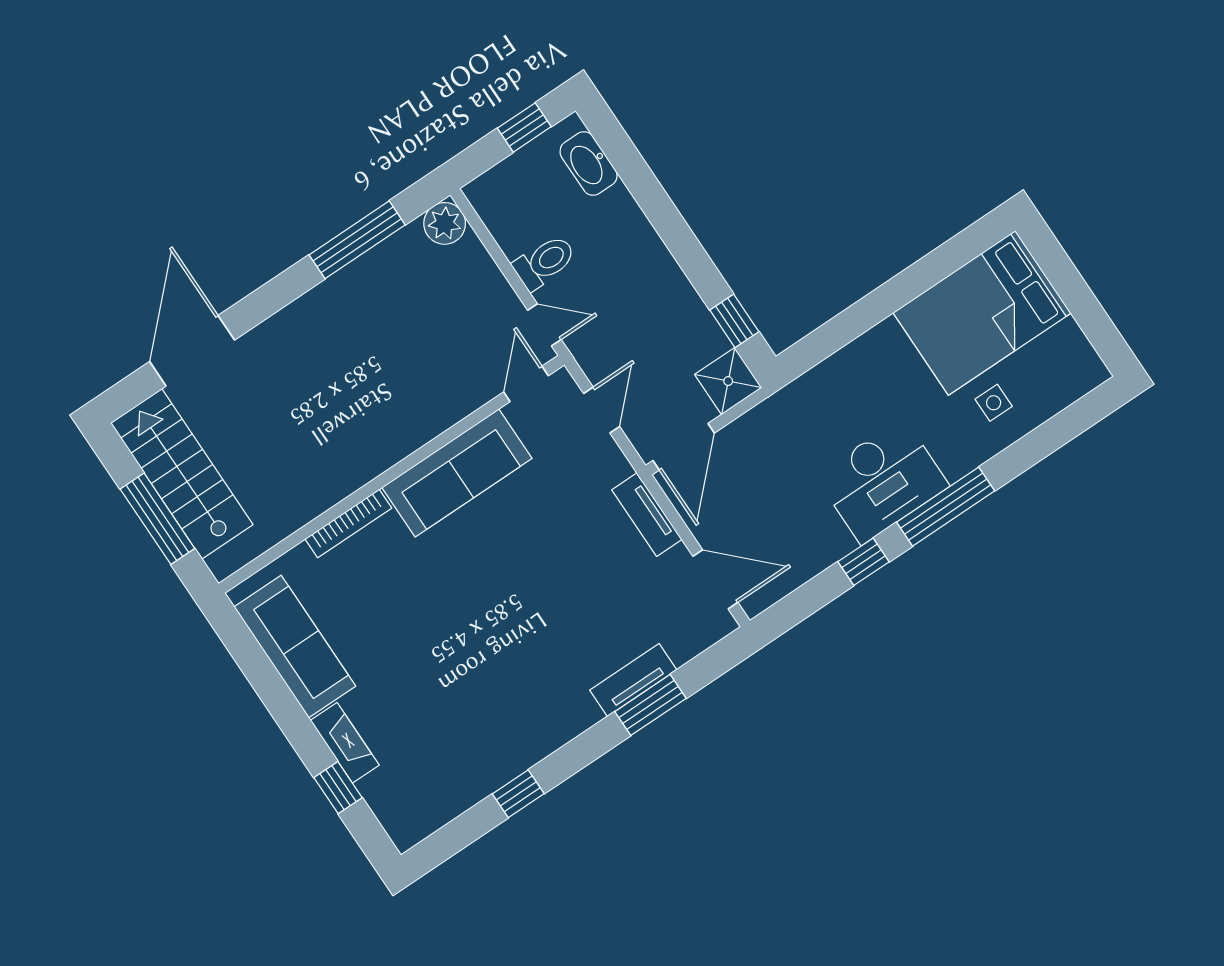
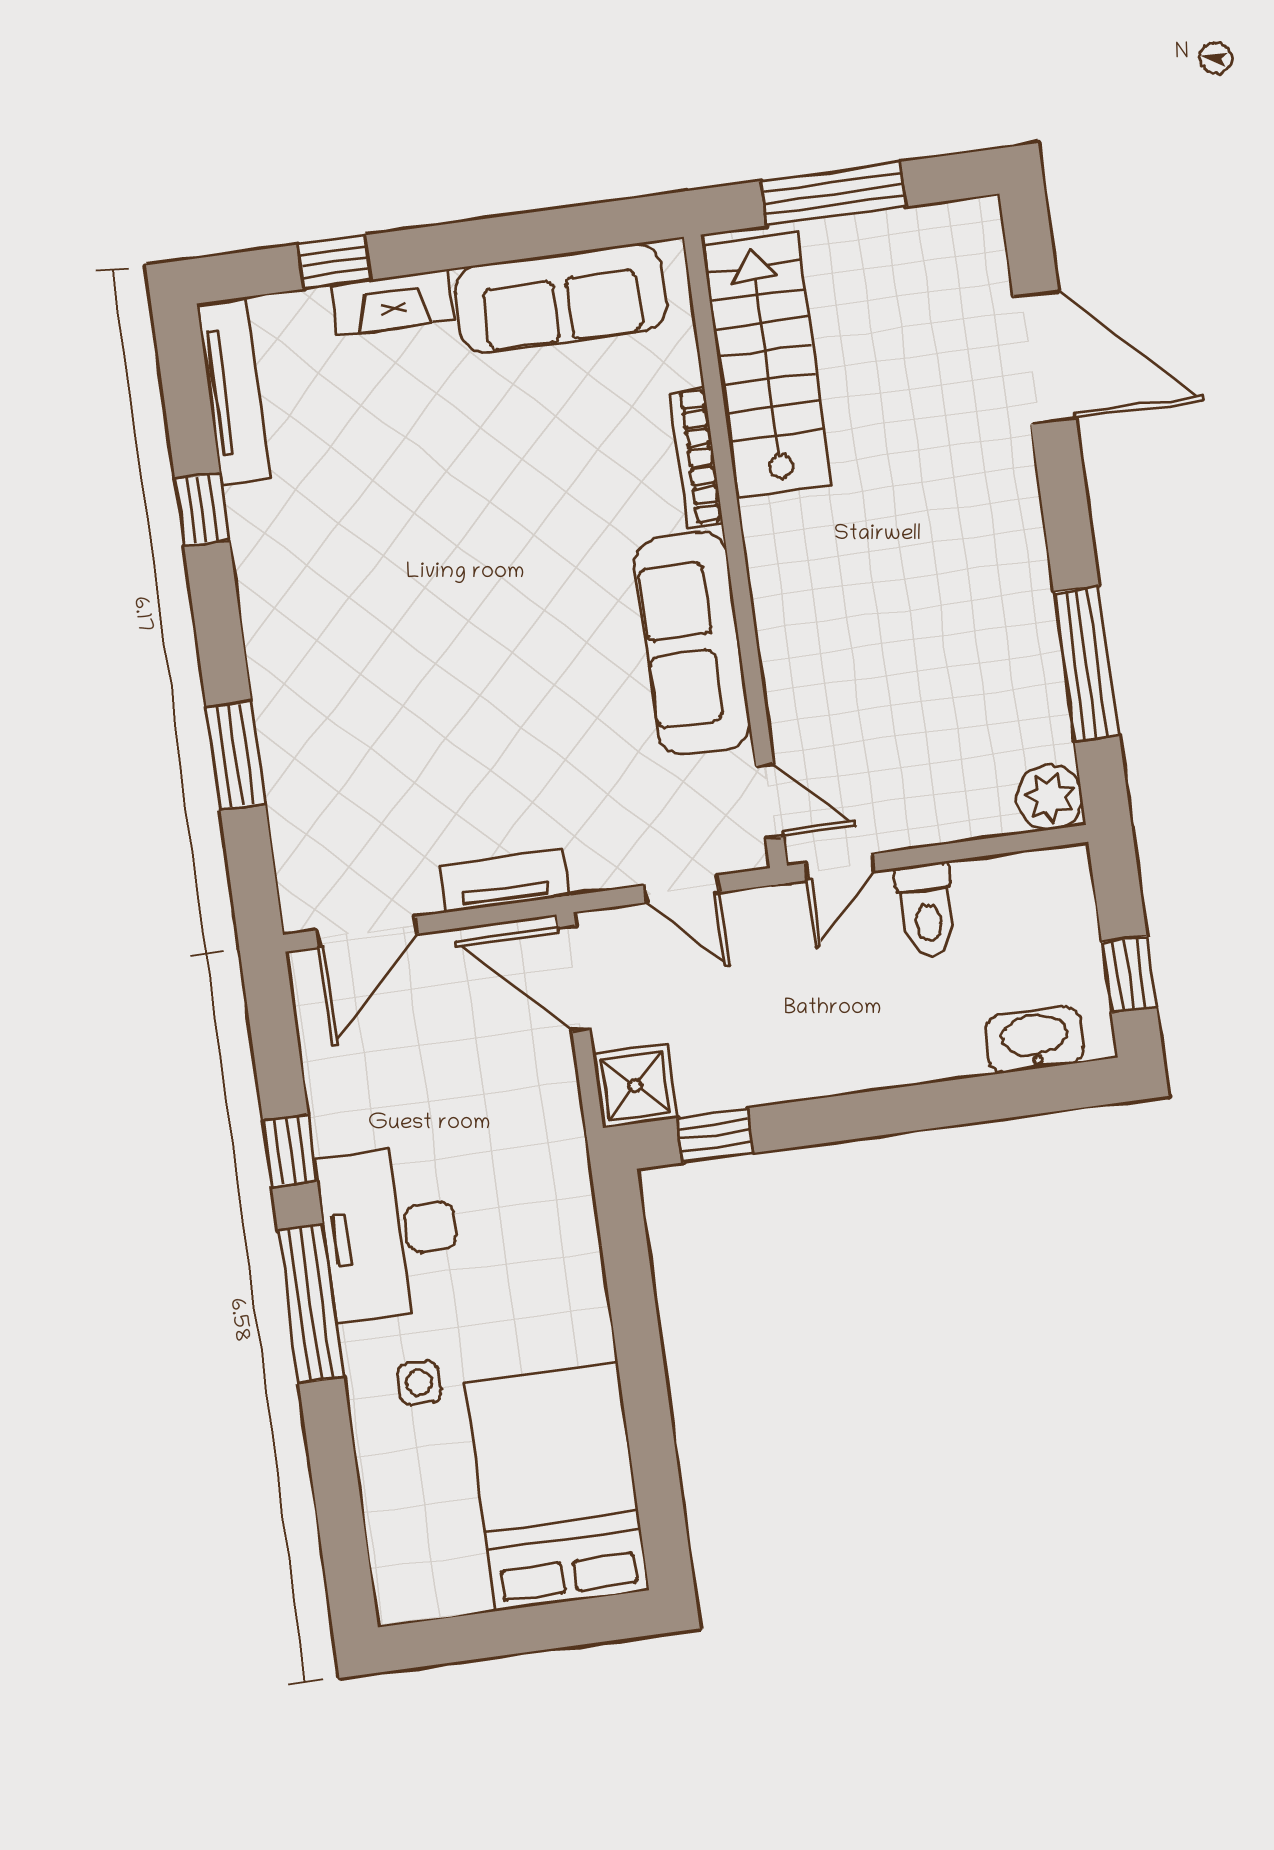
side table: (994, 403) -> (419, 1383), moved
stairs: (182, 474) -> (767, 365), moved, turned -90
tv unit: (633, 680) -> (234, 391), moved, width x1.41

